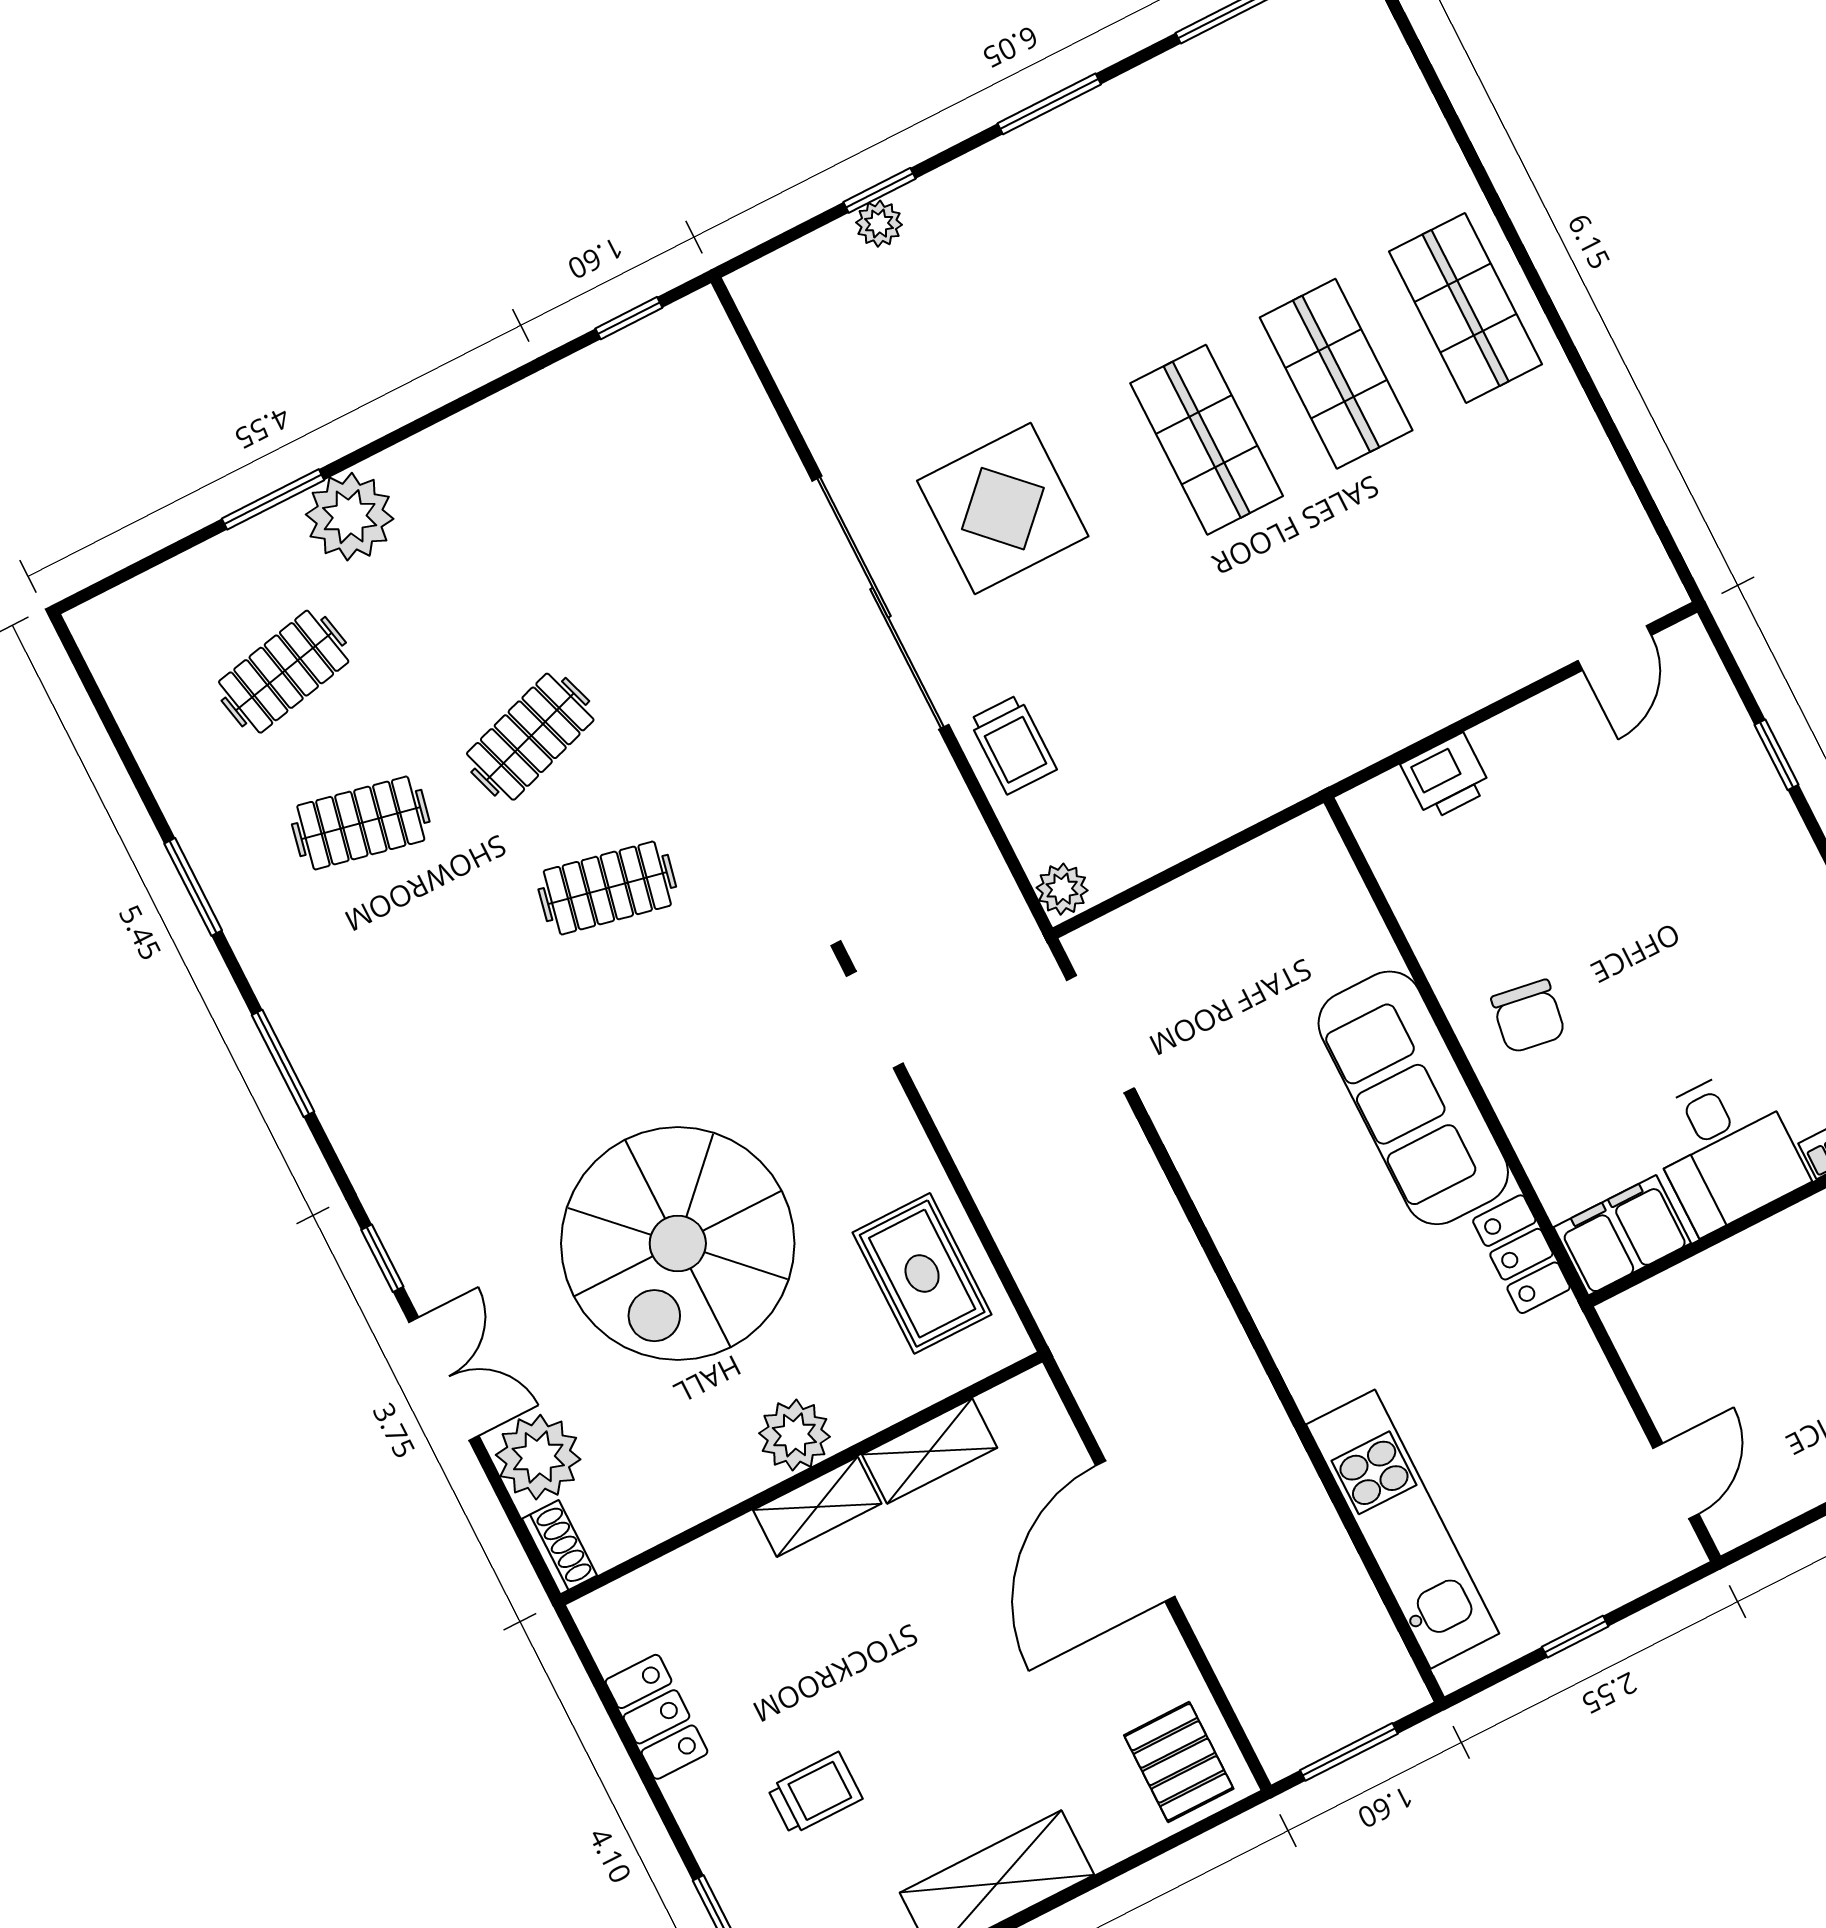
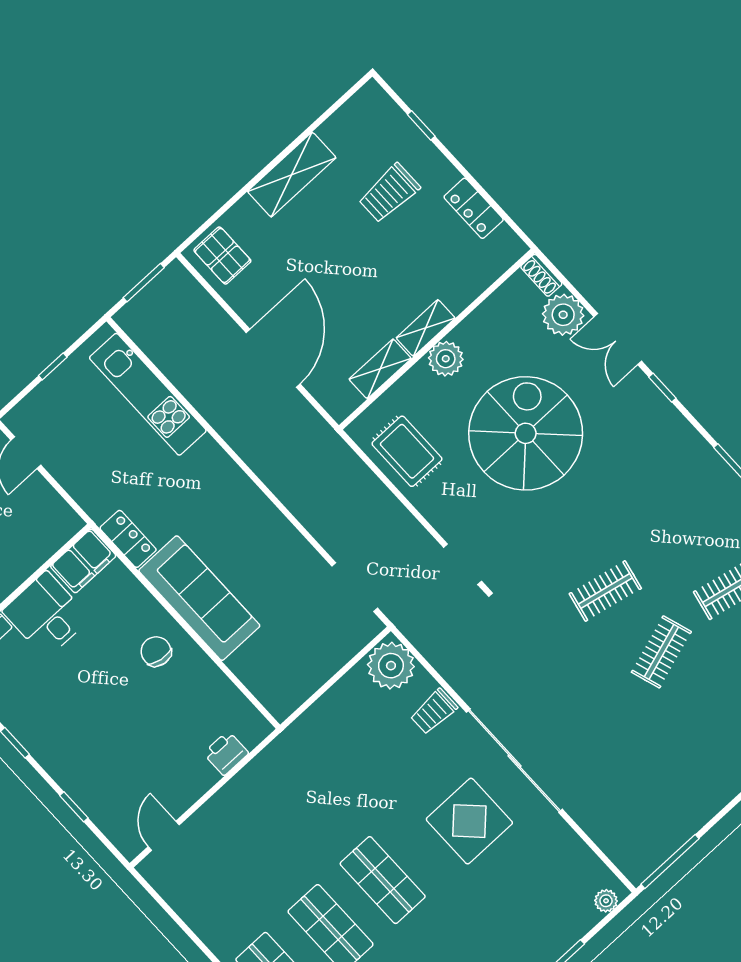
plant: (879, 224) -> (606, 901), moved
window: (629, 318) -> (670, 861), width x2.17
trolley: (1013, 745) -> (434, 712), turned -90
plant: (1062, 889) -> (391, 666), width x1.88, depth x1.88
trolley: (815, 1793) -> (389, 193), width x1.36, depth x1.39

